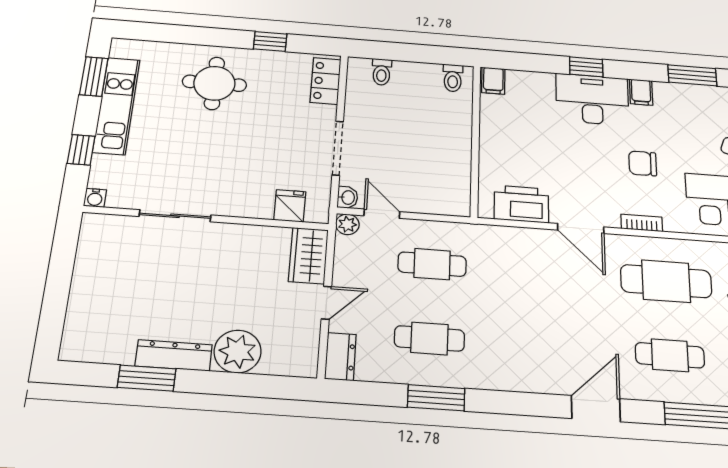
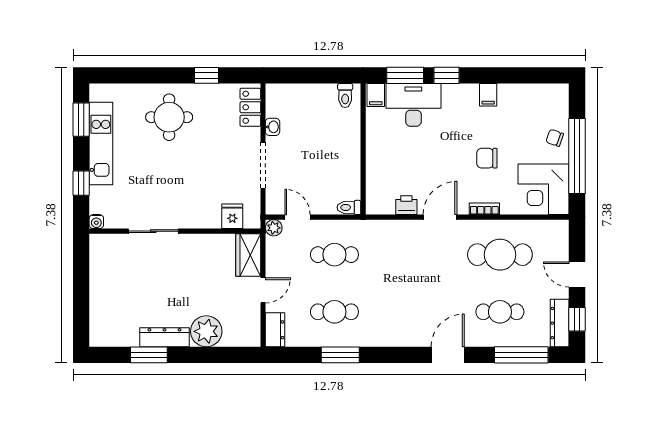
toilet: (382, 72) -> (349, 207), moved, turned 90
window: (692, 75) -> (405, 75), moved
desk: (592, 99) -> (413, 105), moved
washbasin: (347, 197) -> (273, 127), moved
printer: (521, 204) -> (406, 205), width x0.53, depth x0.68
door: (581, 229) -> (440, 217), swing flipped

